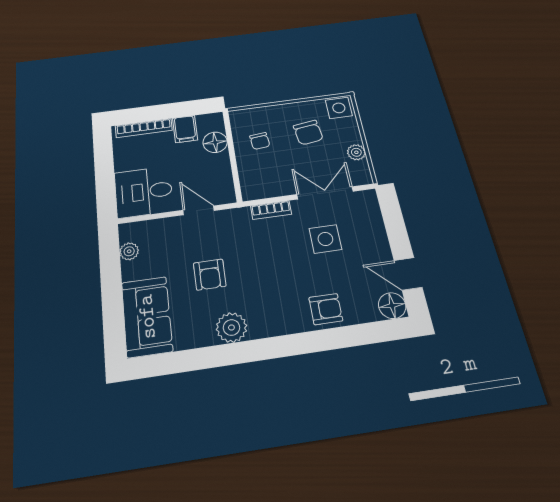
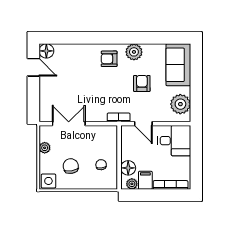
plant: (206, 121) -> (132, 184), added
double door: (325, 193) -> (69, 124), swing flipped
bookcase: (271, 210) -> (119, 117), moved
side table: (325, 239) -> (74, 95), removed
plant: (129, 251) -> (180, 104), width x1.88, depth x1.88
armchair: (326, 309) -> (109, 59), moved

